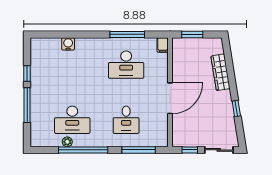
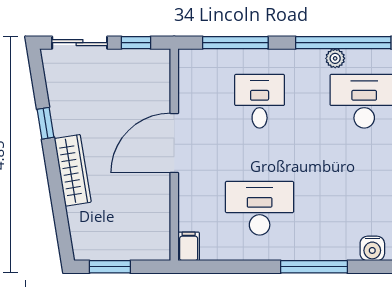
window: (127, 34) -> (314, 267), moved
window: (192, 34) -> (110, 267), moved
wardrobe: (220, 72) -> (73, 170), moved
plant: (67, 142) -> (335, 58), moved

